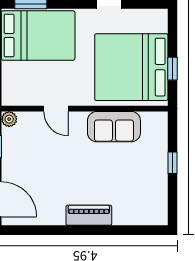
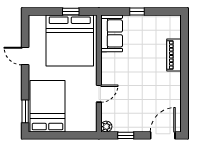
sofa: (114, 127) -> (112, 33), moved
piano: (89, 215) -> (174, 55), moved

